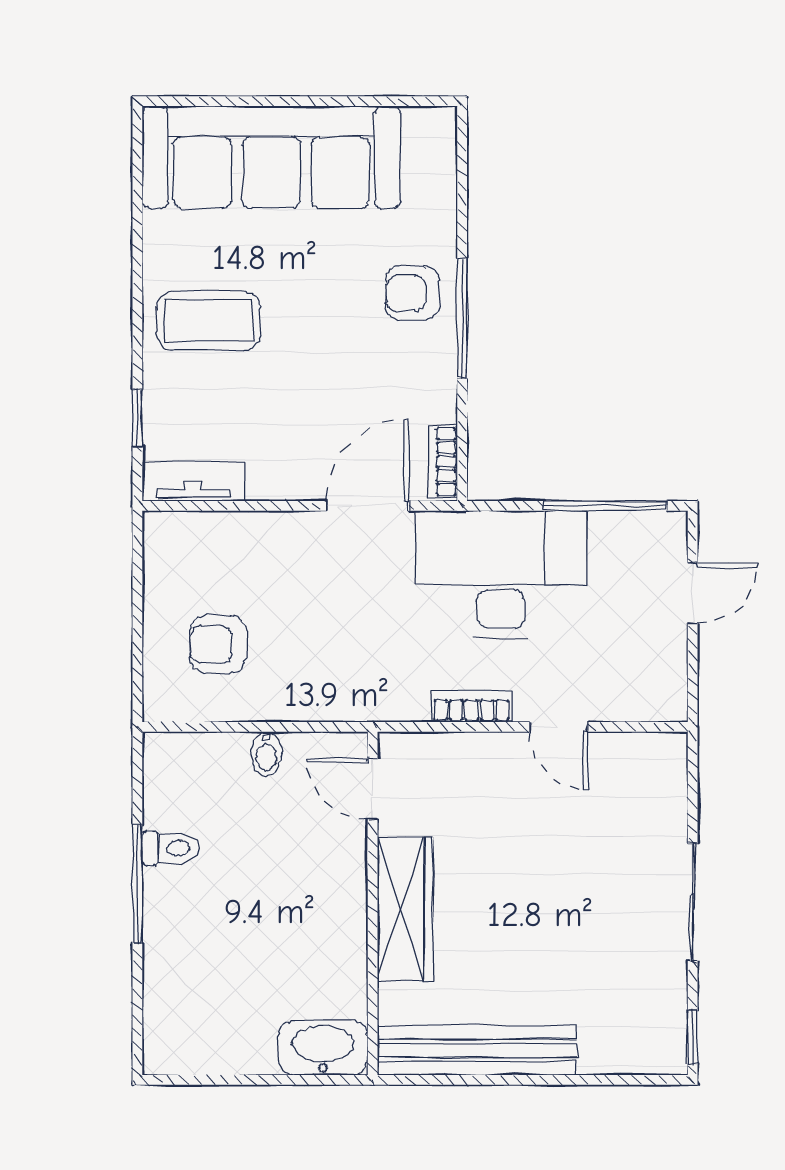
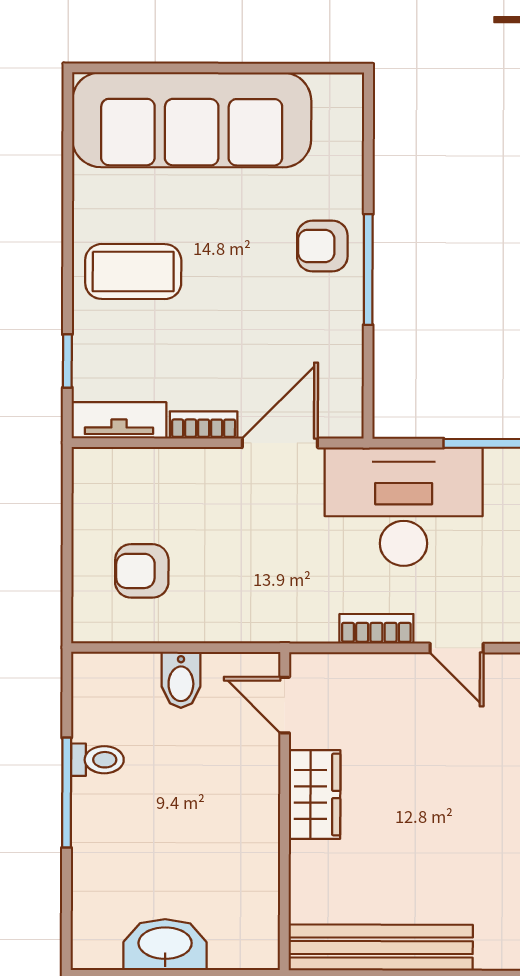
bookcase: (443, 462) -> (204, 425), moved, turned 90
bidet: (266, 754) -> (181, 680), width x1.38, depth x1.36
wardrobe: (405, 909) -> (315, 794), width x0.67
washbasin: (323, 1048) -> (165, 945), moved

